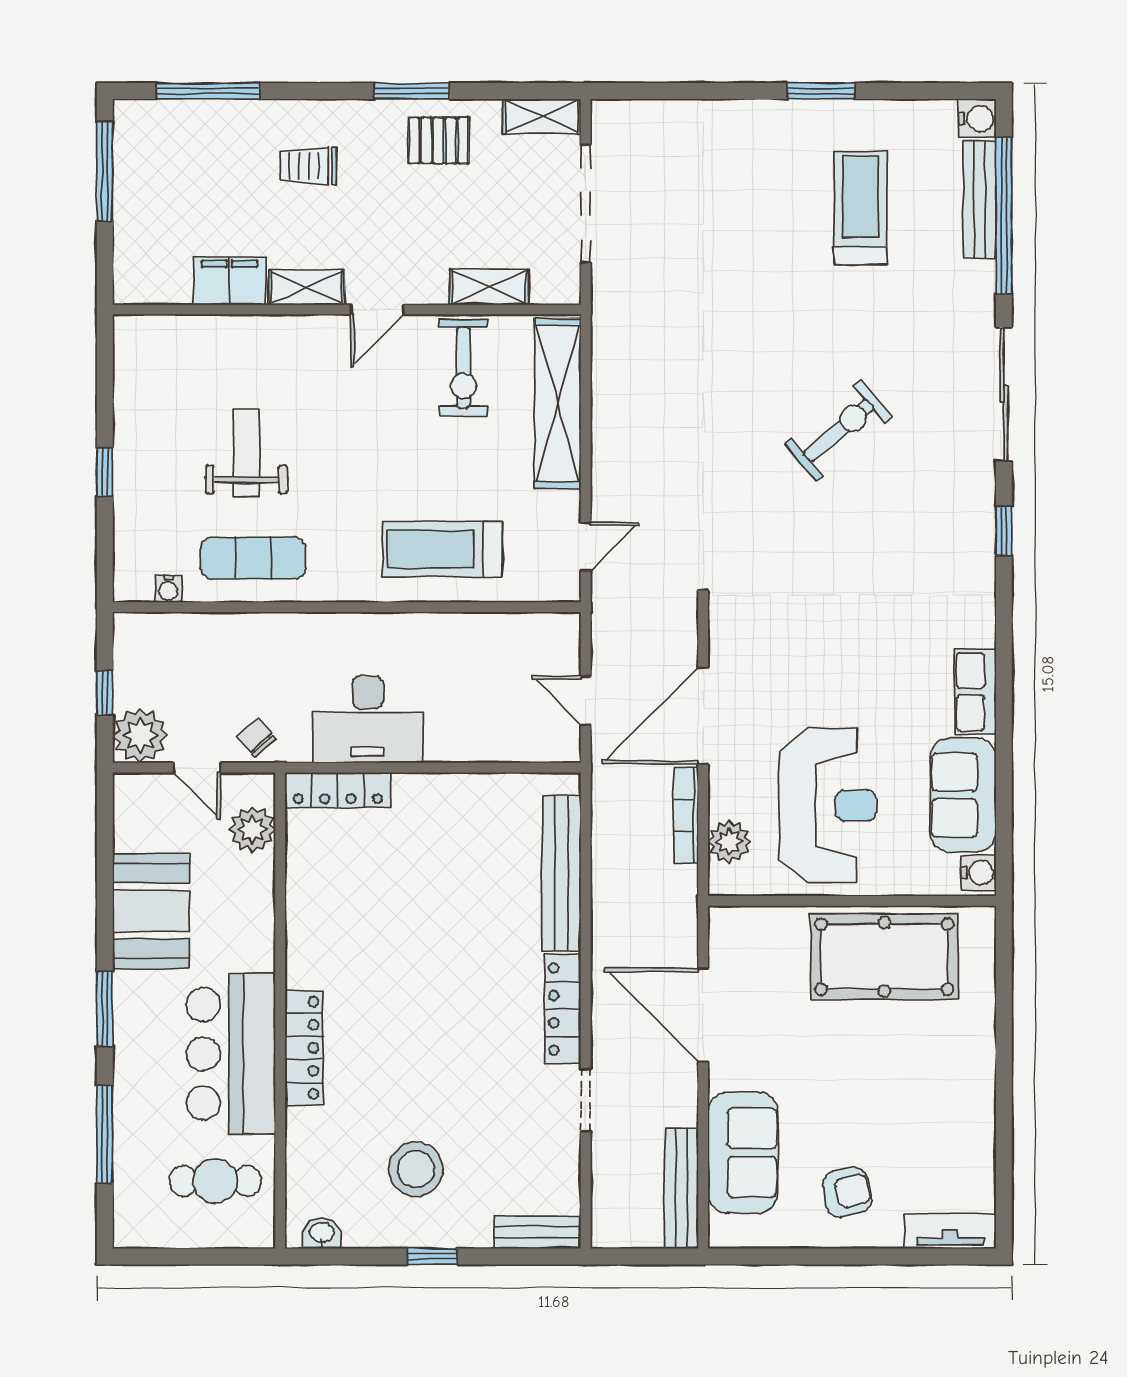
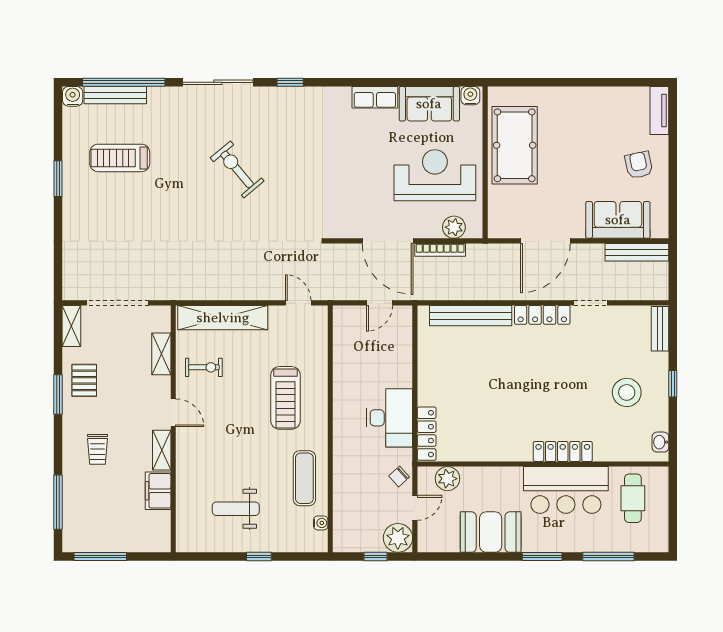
exercise bike: (463, 368) -> (204, 367), width x0.73, depth x0.72
weight bench: (246, 453) -> (236, 509), moved
treadmill: (442, 549) -> (286, 398), moved

